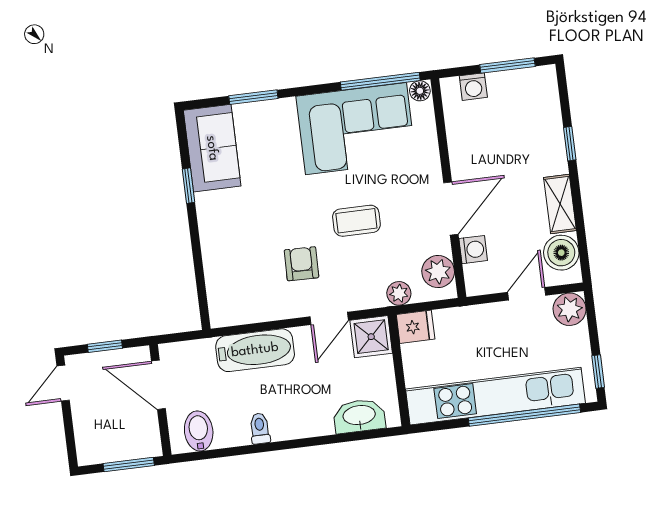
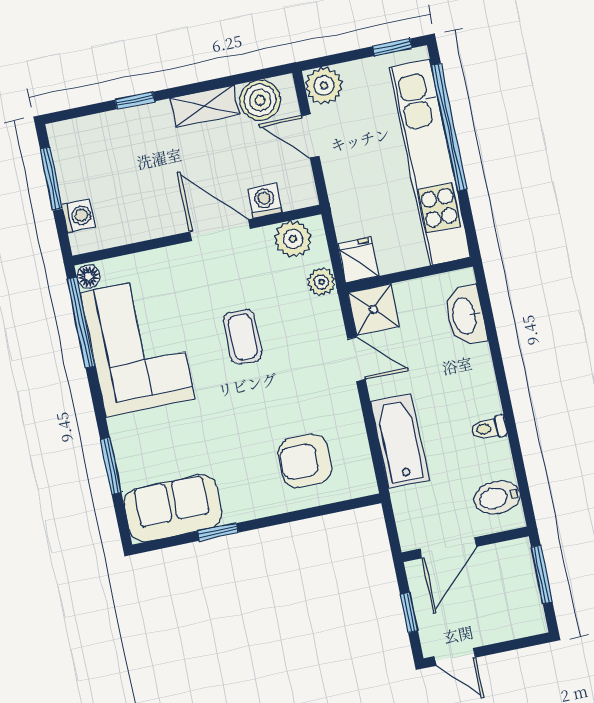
armchair: (301, 264) -> (305, 461), moved, width x1.38, depth x1.38

